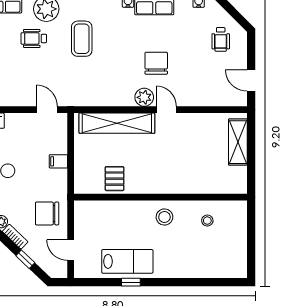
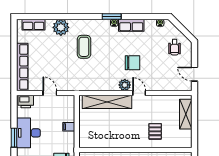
wheelchair: (34, 38) -> (53, 47), removed
chair: (156, 63) -> (133, 63), turned 90
door: (47, 110) -> (50, 93), moved
pallet: (115, 179) -> (155, 131), moved

